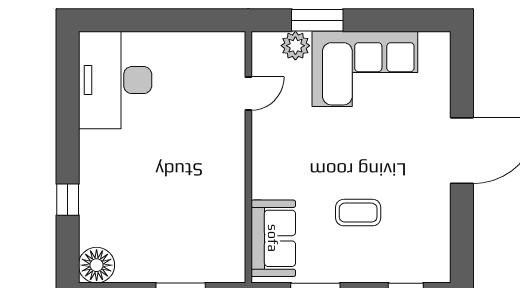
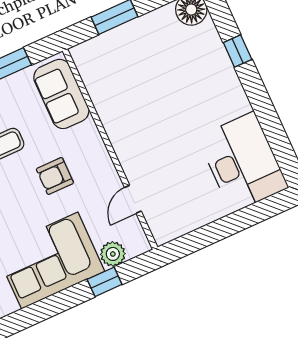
window: (317, 20) -> (105, 282), width x0.67
armchair: (319, 155) -> (55, 176), added

